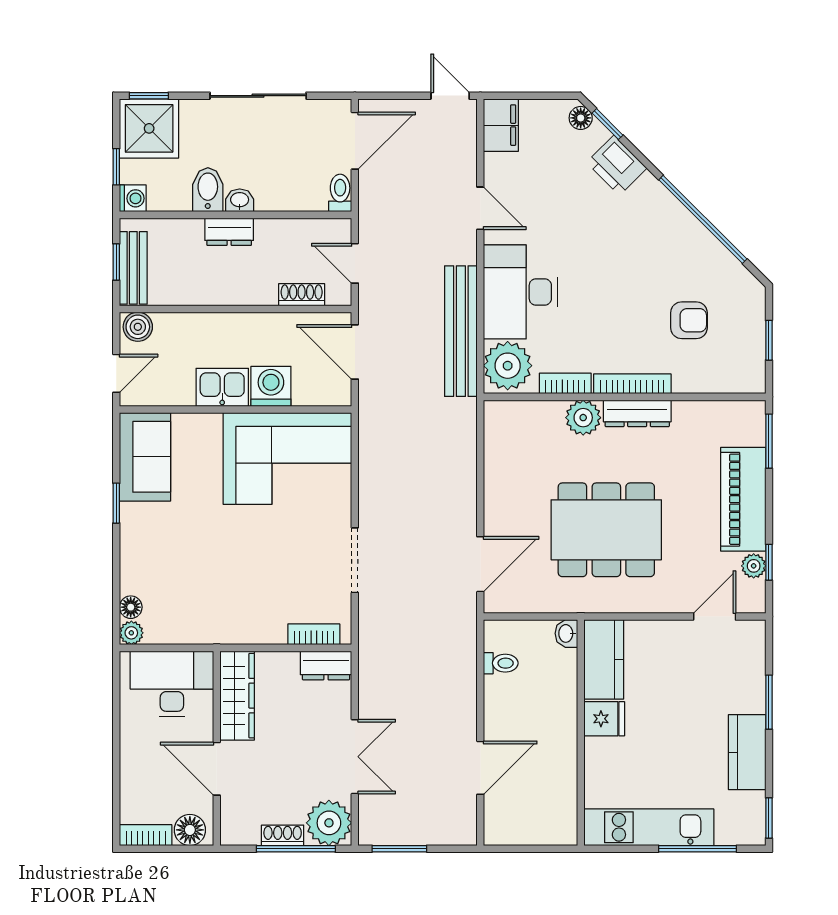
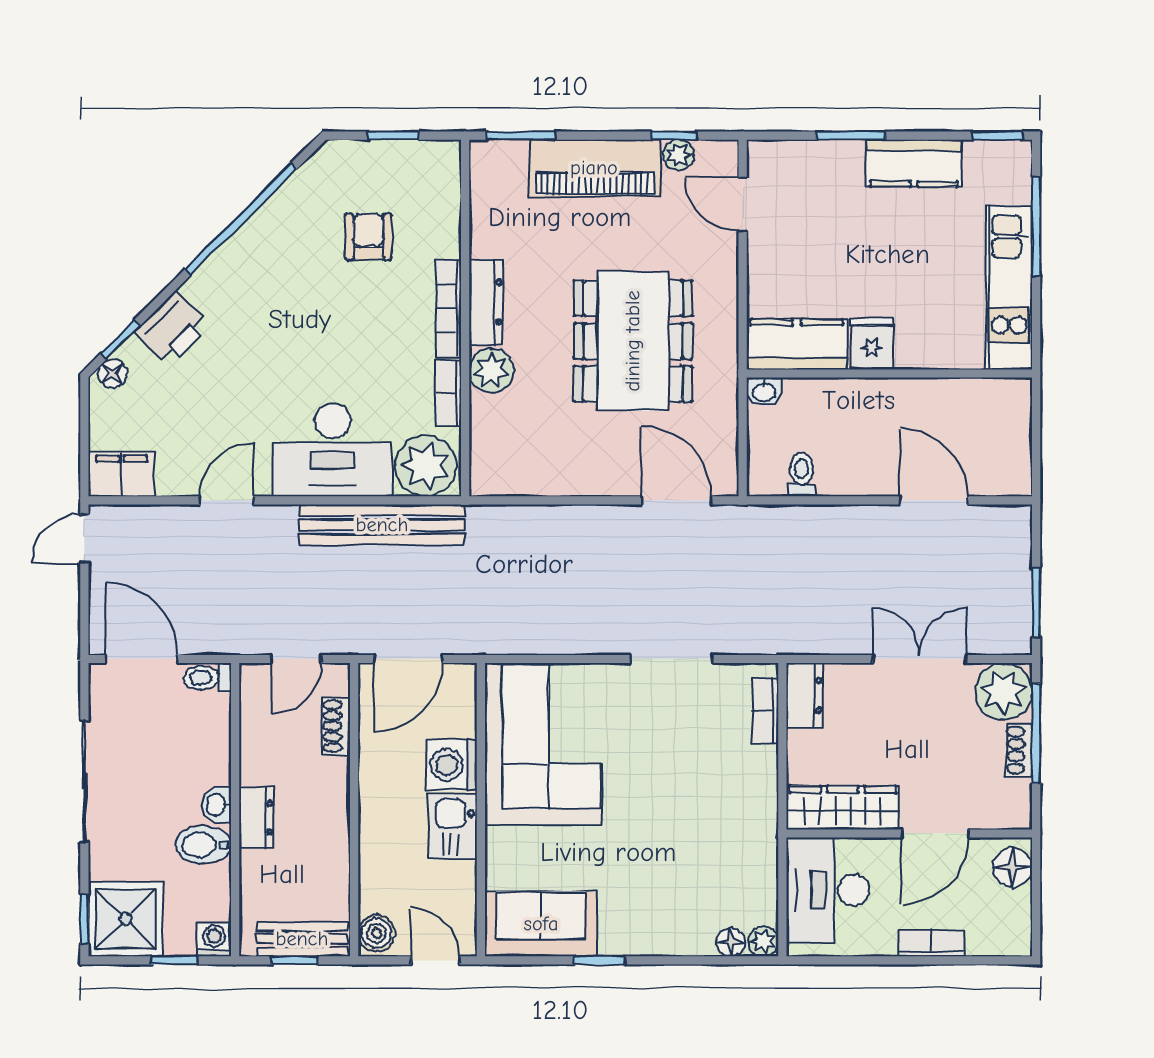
bookcase: (146, 835) -> (931, 943), moved, turned 90

